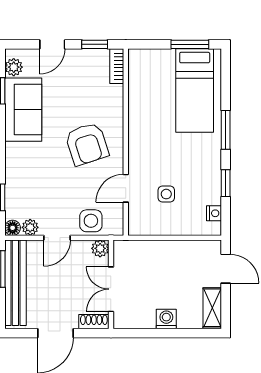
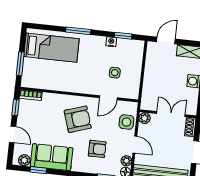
window: (190, 44) -> (20, 64), moved
armchair: (44, 180) -> (97, 149), added
window: (226, 183) -> (123, 36), moved
door: (126, 188) -> (108, 98), hinge flipped
nightstand: (214, 213) -> (111, 42), moved
double door: (111, 289) -> (171, 114), swing flipped

